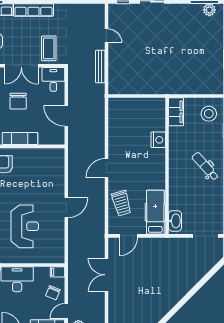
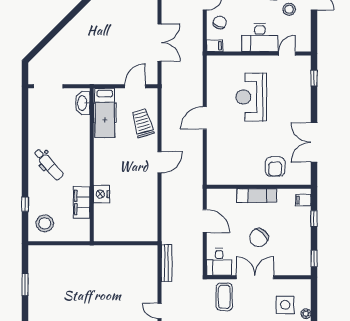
bench: (100, 67) -> (167, 263), moved
chair: (18, 101) -> (259, 238), turned -137
filing cabinet: (176, 112) -> (82, 202), moved

